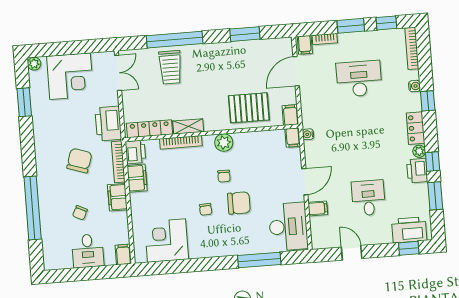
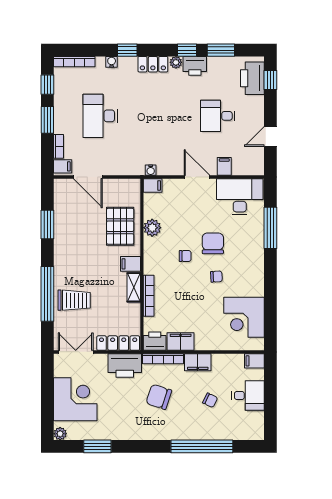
filing cabinet: (290, 115) -> (130, 264), moved
locker: (149, 129) -> (118, 343), moved, turned 90
plant: (224, 143) -> (152, 228), moved

